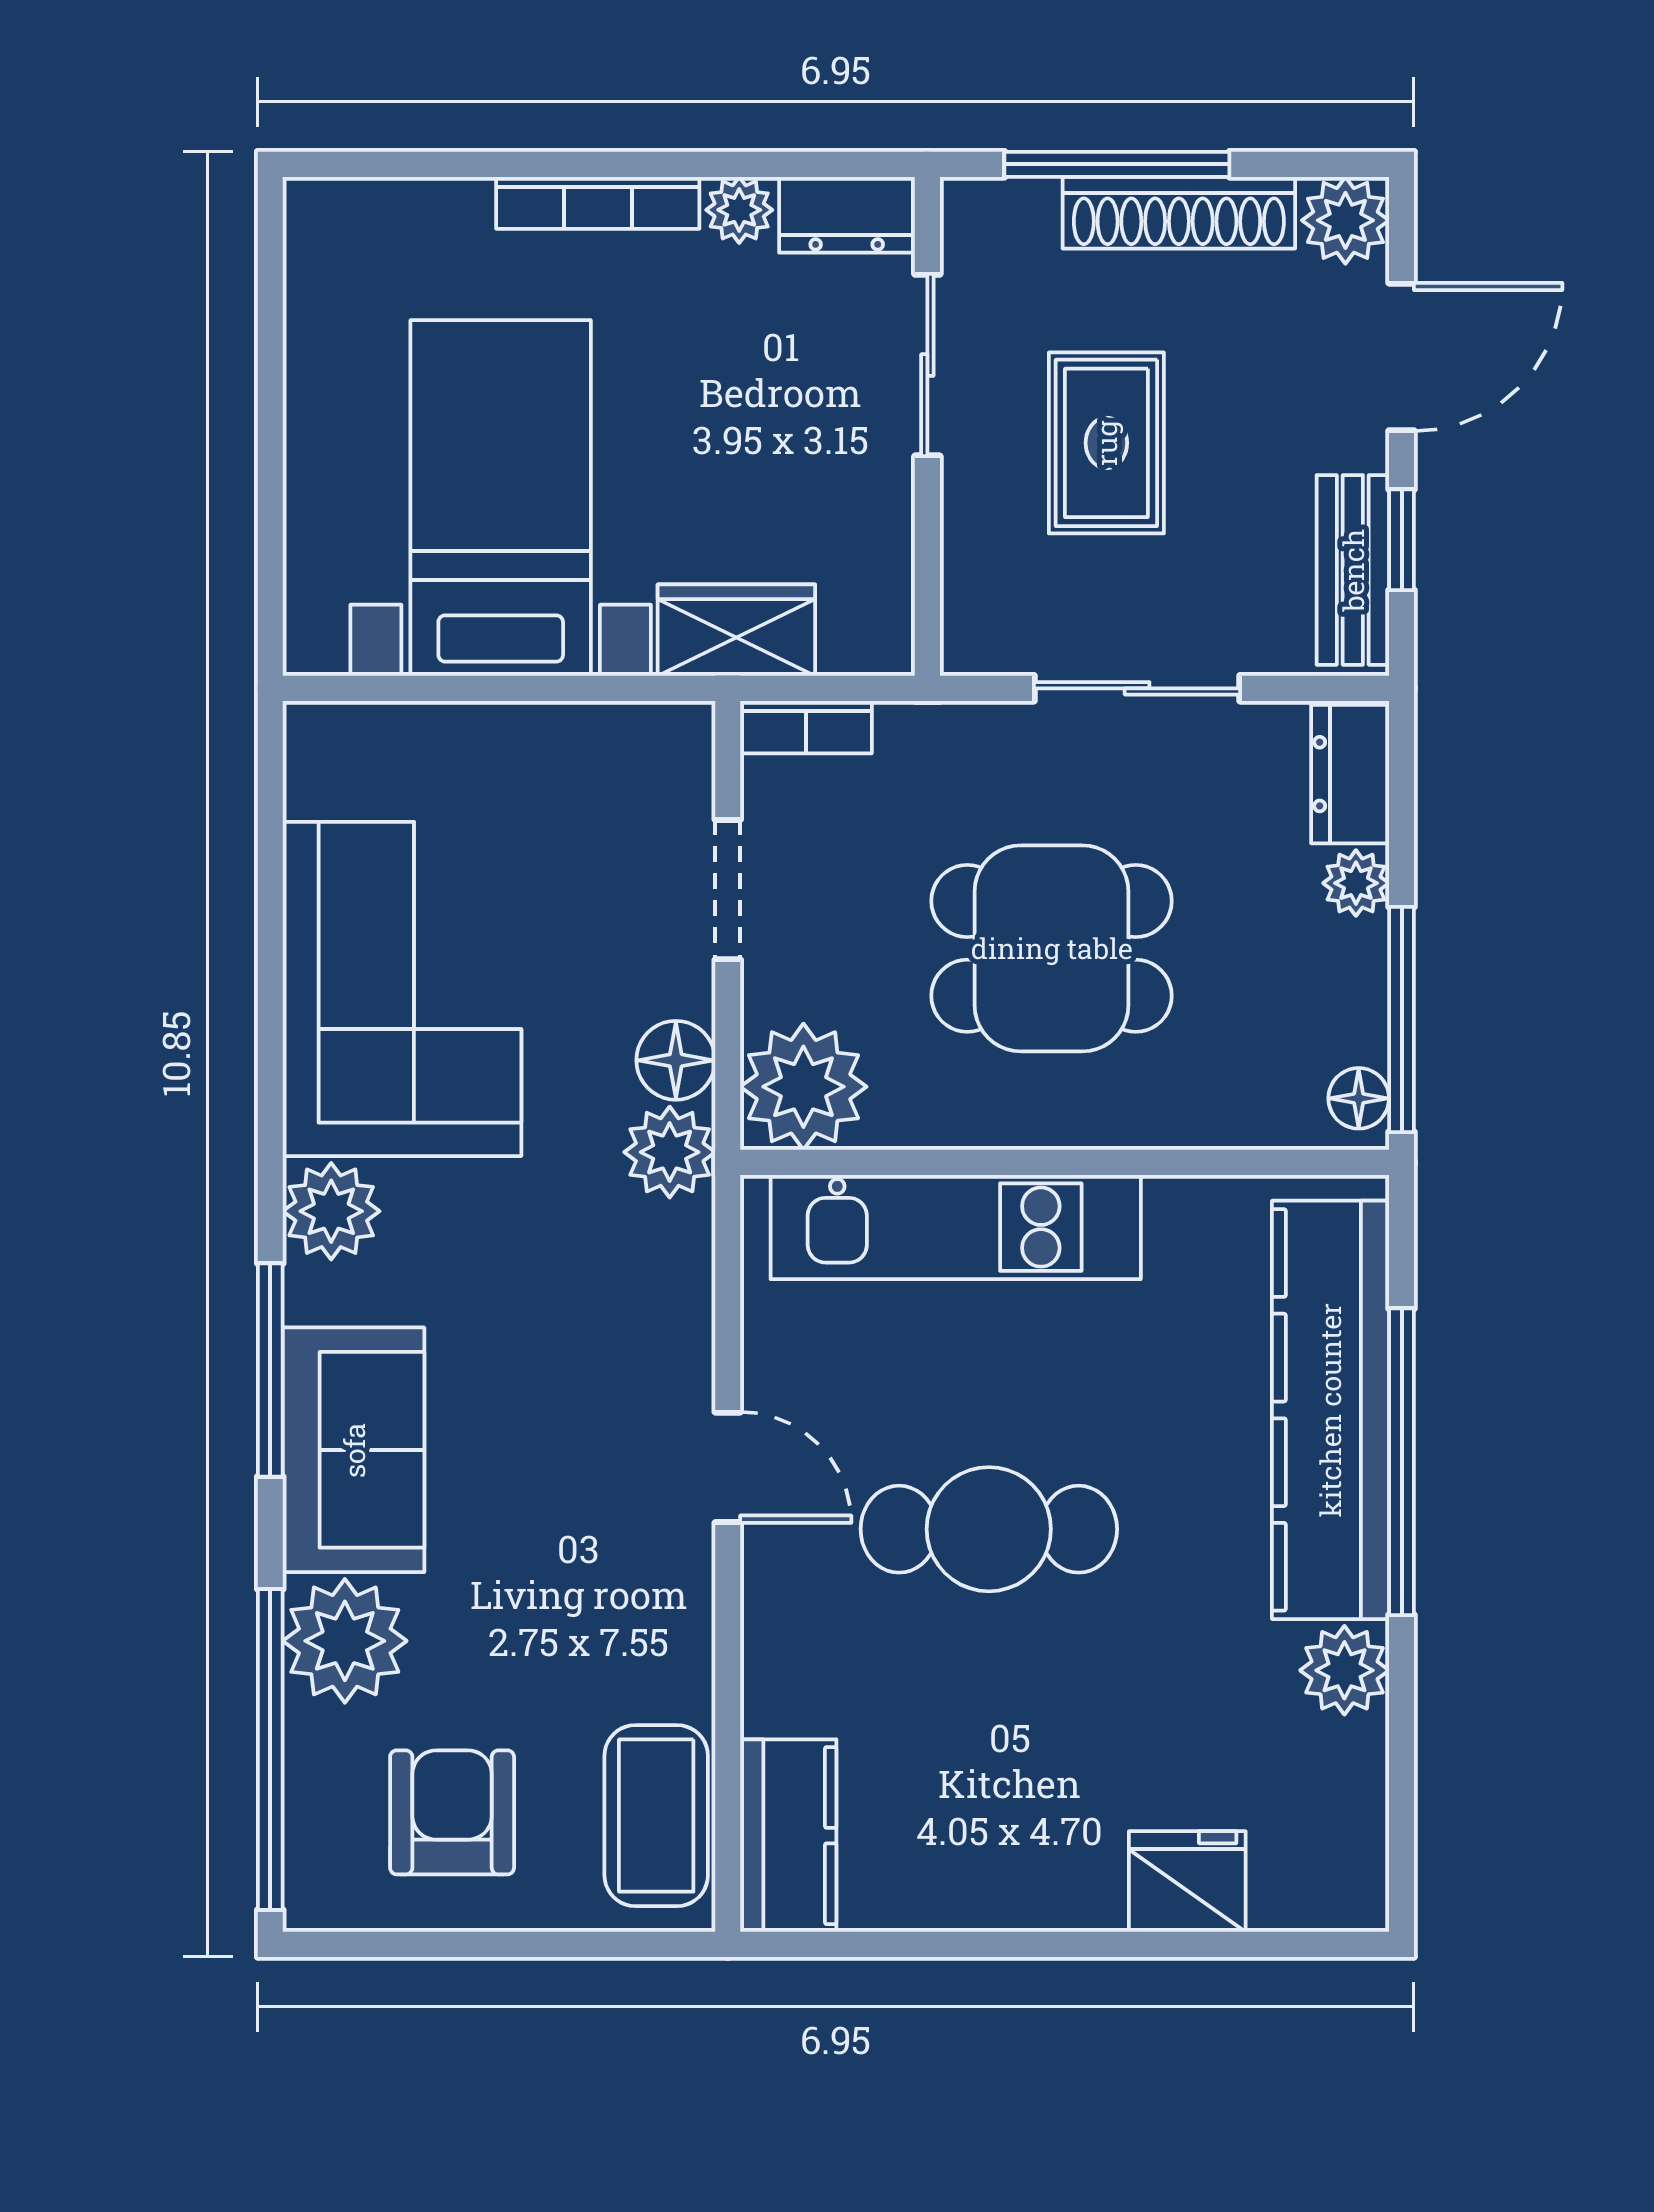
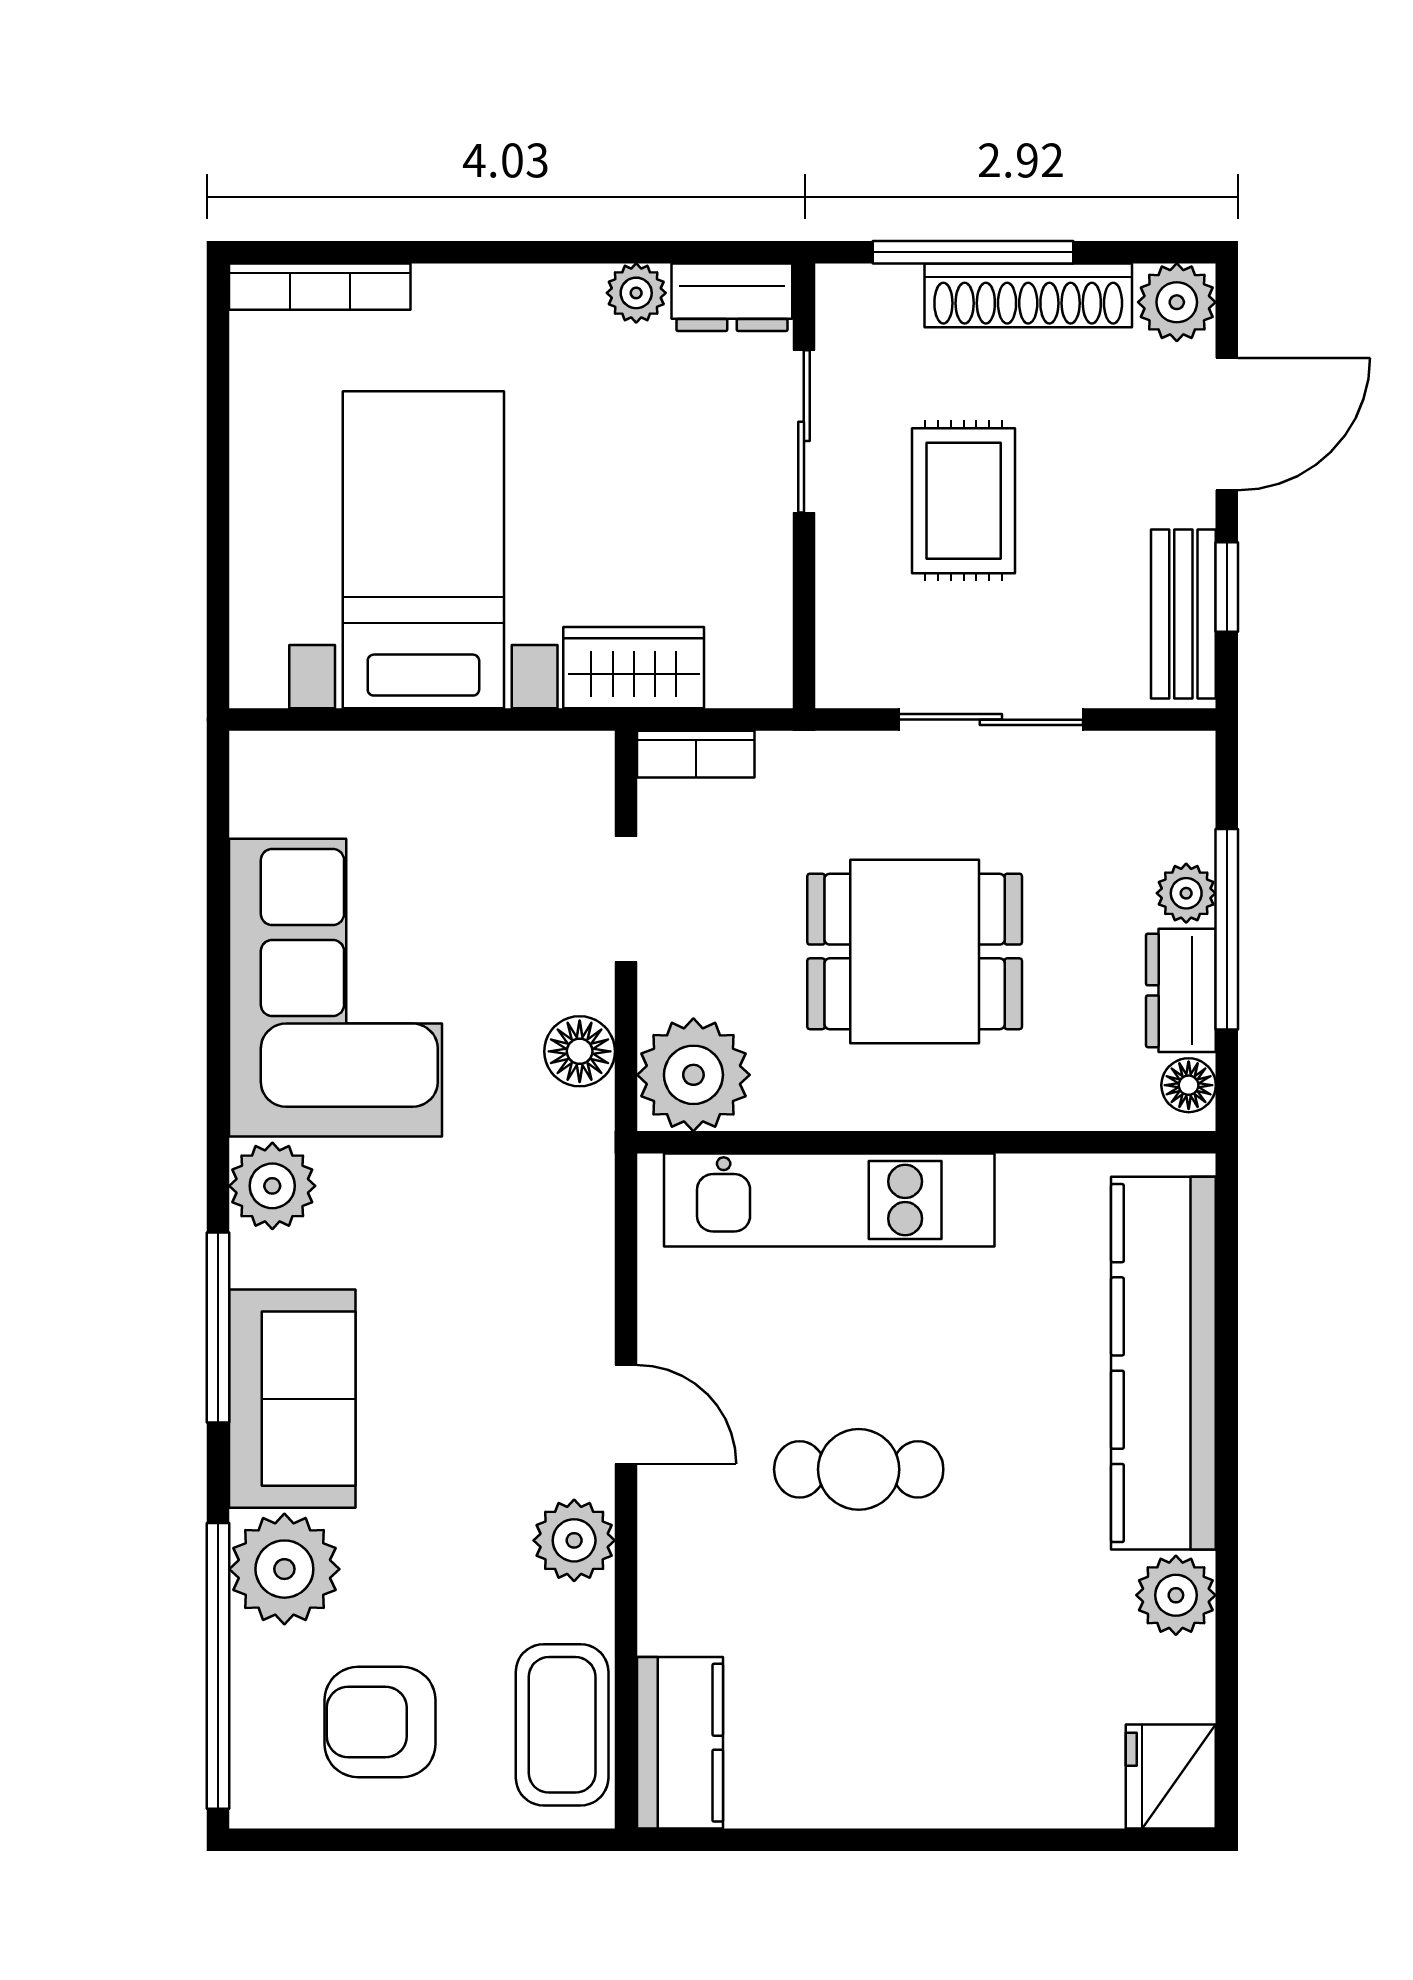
bookcase: (598, 203) -> (320, 287), moved
dresser: (1350, 774) -> (1181, 990), moved
window: (1402, 1019) -> (1227, 929), moved
plant: (670, 1152) -> (574, 1540), moved
window: (1402, 1462) -> (1227, 1409), removed
cafe table: (989, 1529) -> (859, 1469), width x0.73, depth x0.74
armchair: (452, 1812) -> (380, 1722), turned -90
fridge: (1187, 1882) -> (1171, 1776), moved, turned -90

